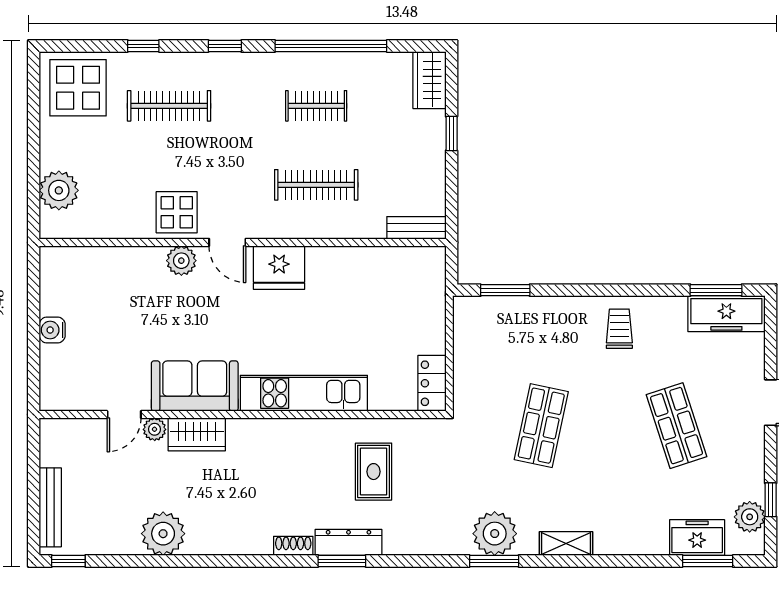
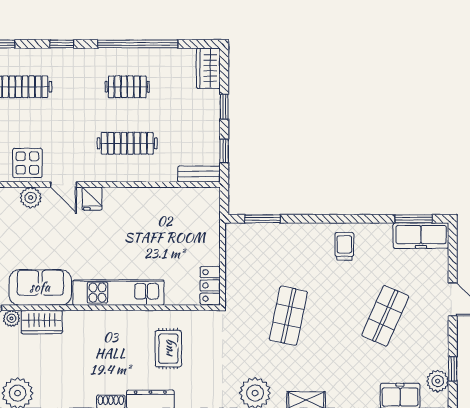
window: (452, 195) -> (224, 151), added
fridge: (279, 268) -> (92, 199), width x0.53, depth x0.75
shop shelf: (676, 426) -> (385, 316), turned 42

